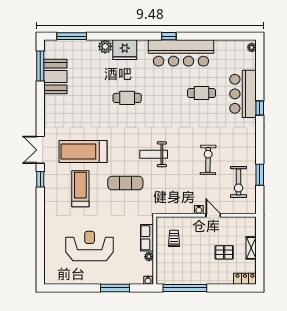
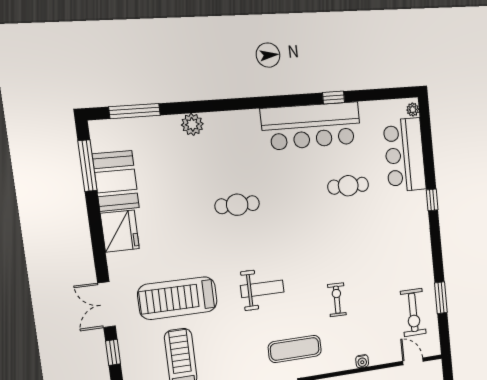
window: (169, 36) -> (334, 98), moved
fridge: (125, 50) -> (120, 231), moved, turned -90
bar counter: (243, 94) -> (405, 155), moved
weight bench: (154, 154) -> (262, 289), moved, turned 180
exercise bike: (208, 160) -> (337, 300), moved, width x0.73, depth x0.72
exercise mat: (125, 183) -> (295, 349), moved
door: (213, 215) -> (413, 361), moved

